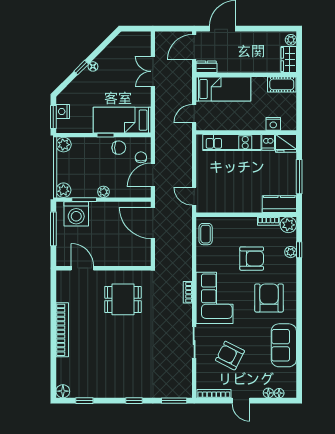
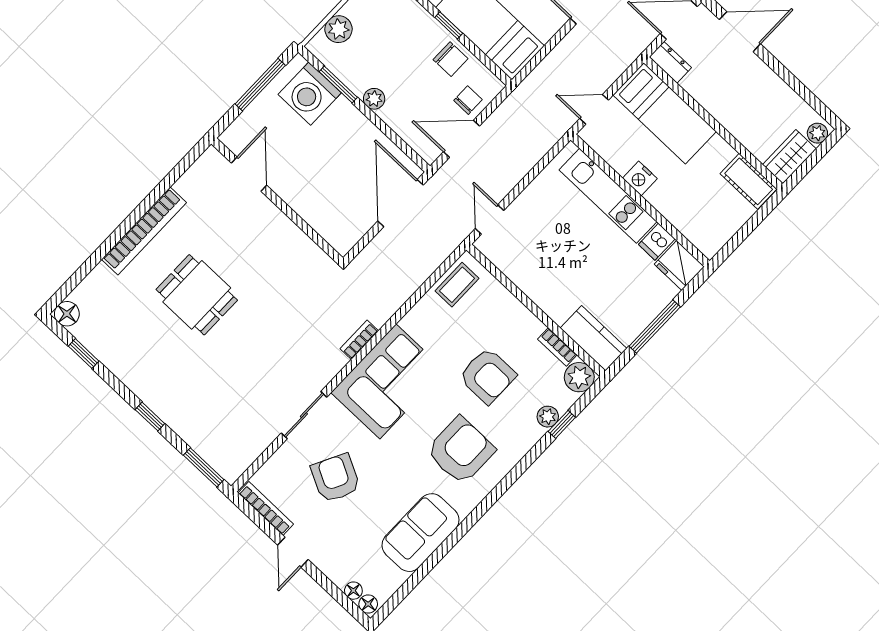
nightstand: (273, 124) -> (640, 178), moved
plant: (63, 190) -> (339, 29), moved
dining table: (123, 299) -> (197, 295), moved
floor lamp: (268, 393) -> (368, 604), moved

